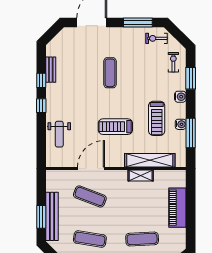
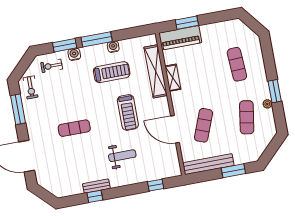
bench: (51, 70) -> (96, 186), moved
water cooler: (180, 97) -> (74, 54), moved
window: (41, 106) -> (156, 185), moved
window: (191, 133) -> (97, 39), moved
weight bench: (59, 134) -> (122, 156), moved
window: (191, 199) -> (187, 23), added
piano: (177, 208) -> (180, 38), moved
bench: (52, 216) -> (208, 164), moved

